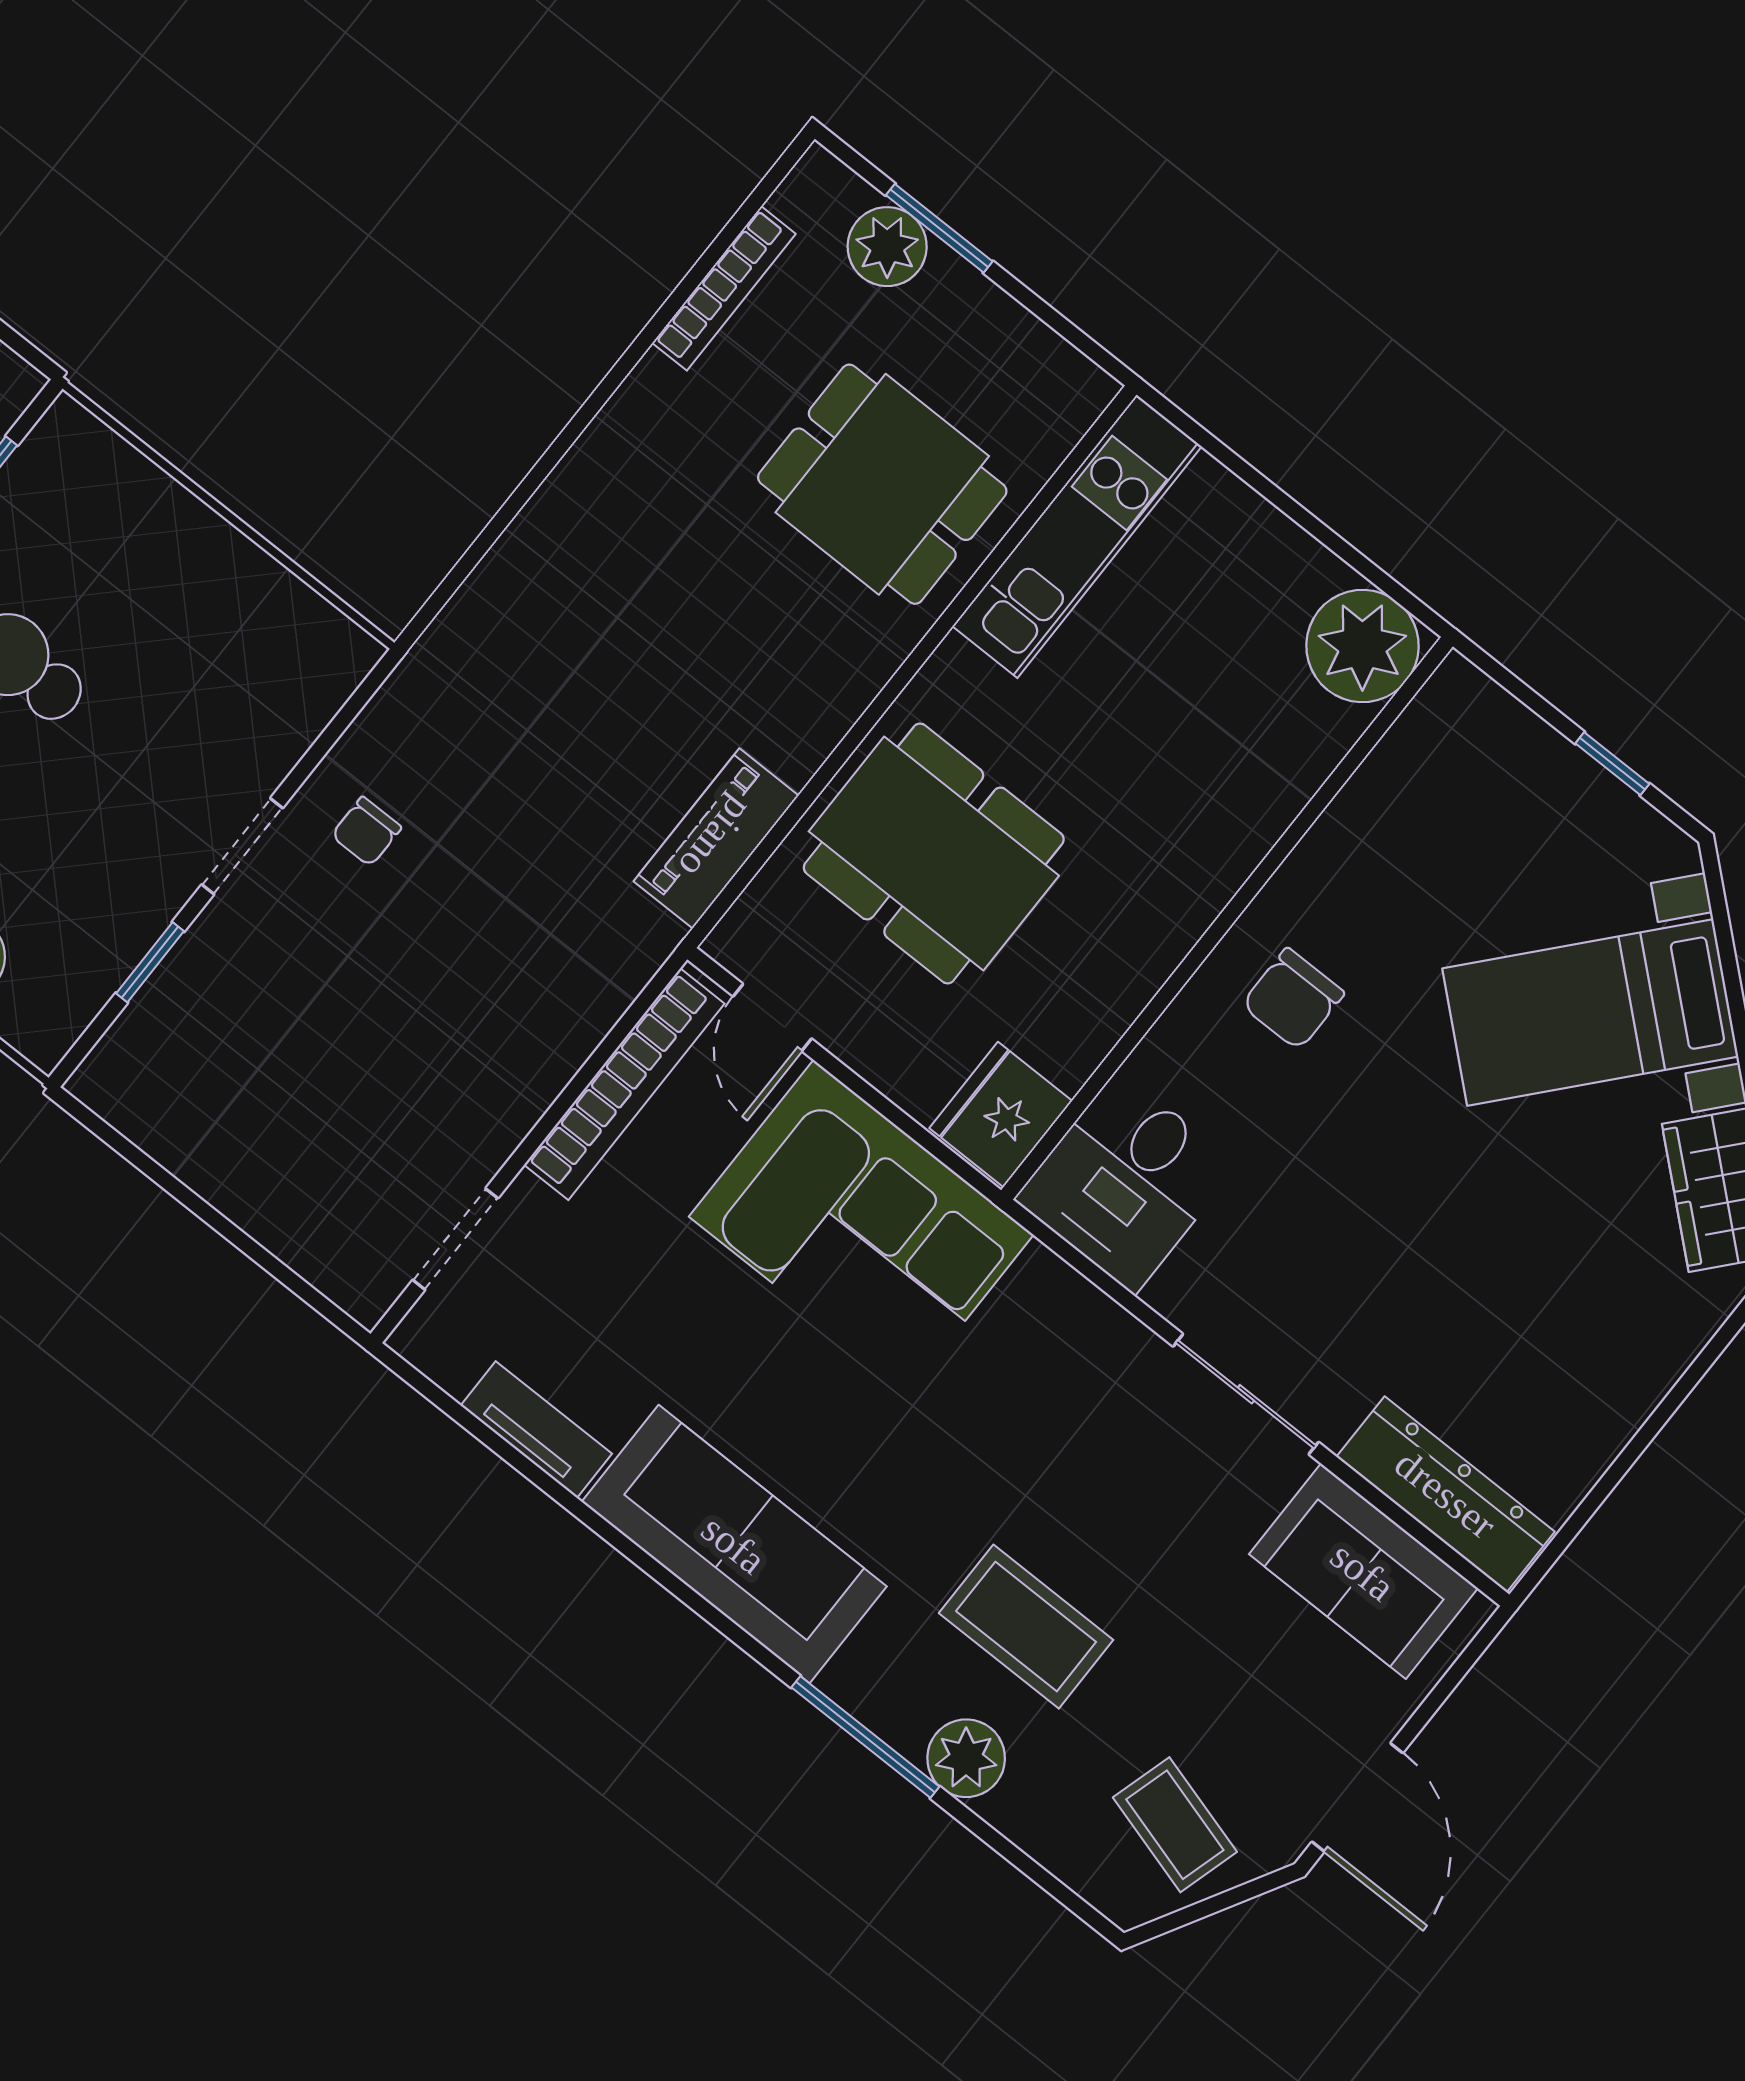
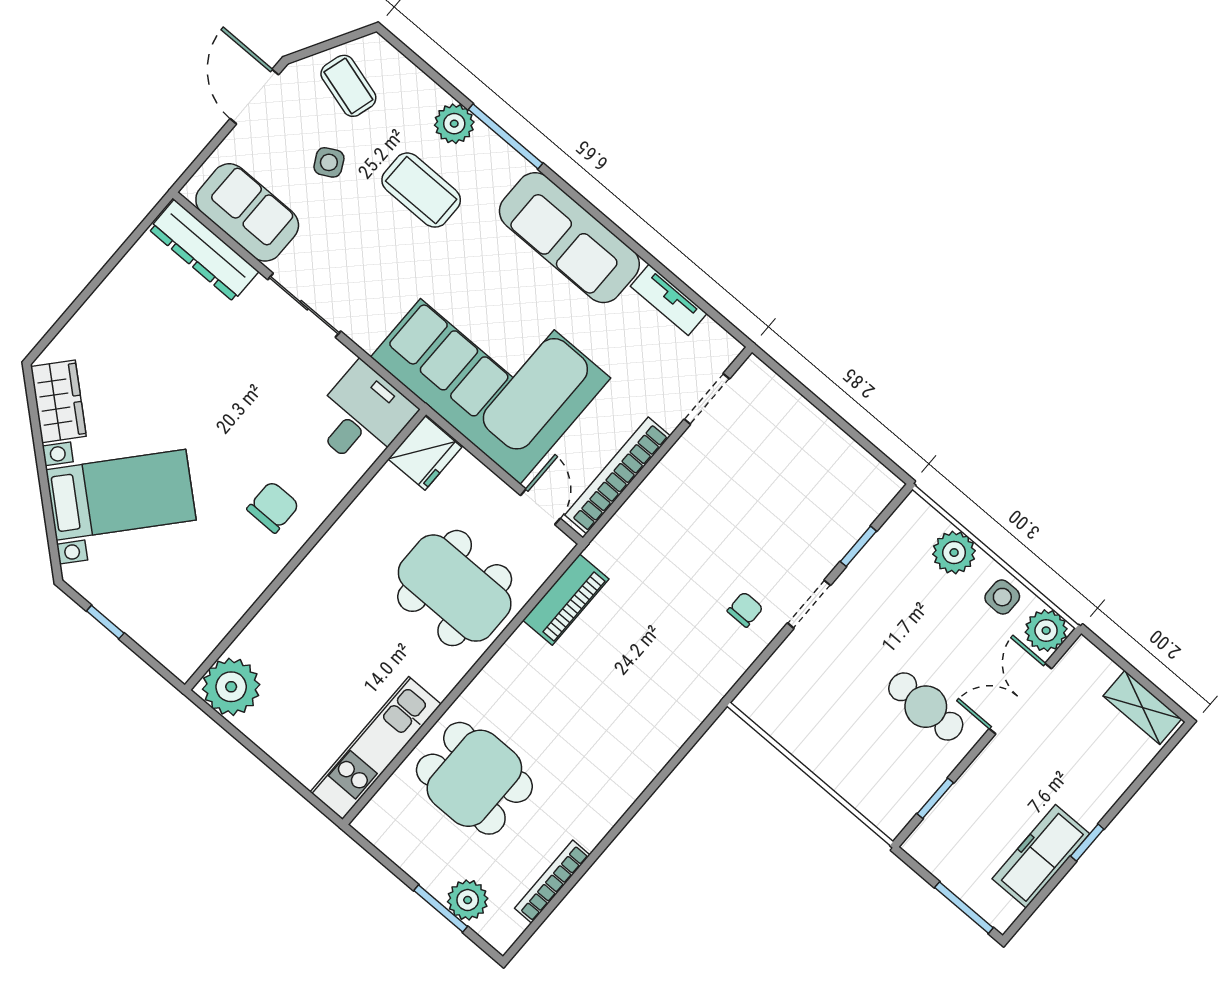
corner sofa: (861, 1226) -> (491, 368), width x1.36, depth x1.36
side table: (1208, 1674) -> (329, 162), added

